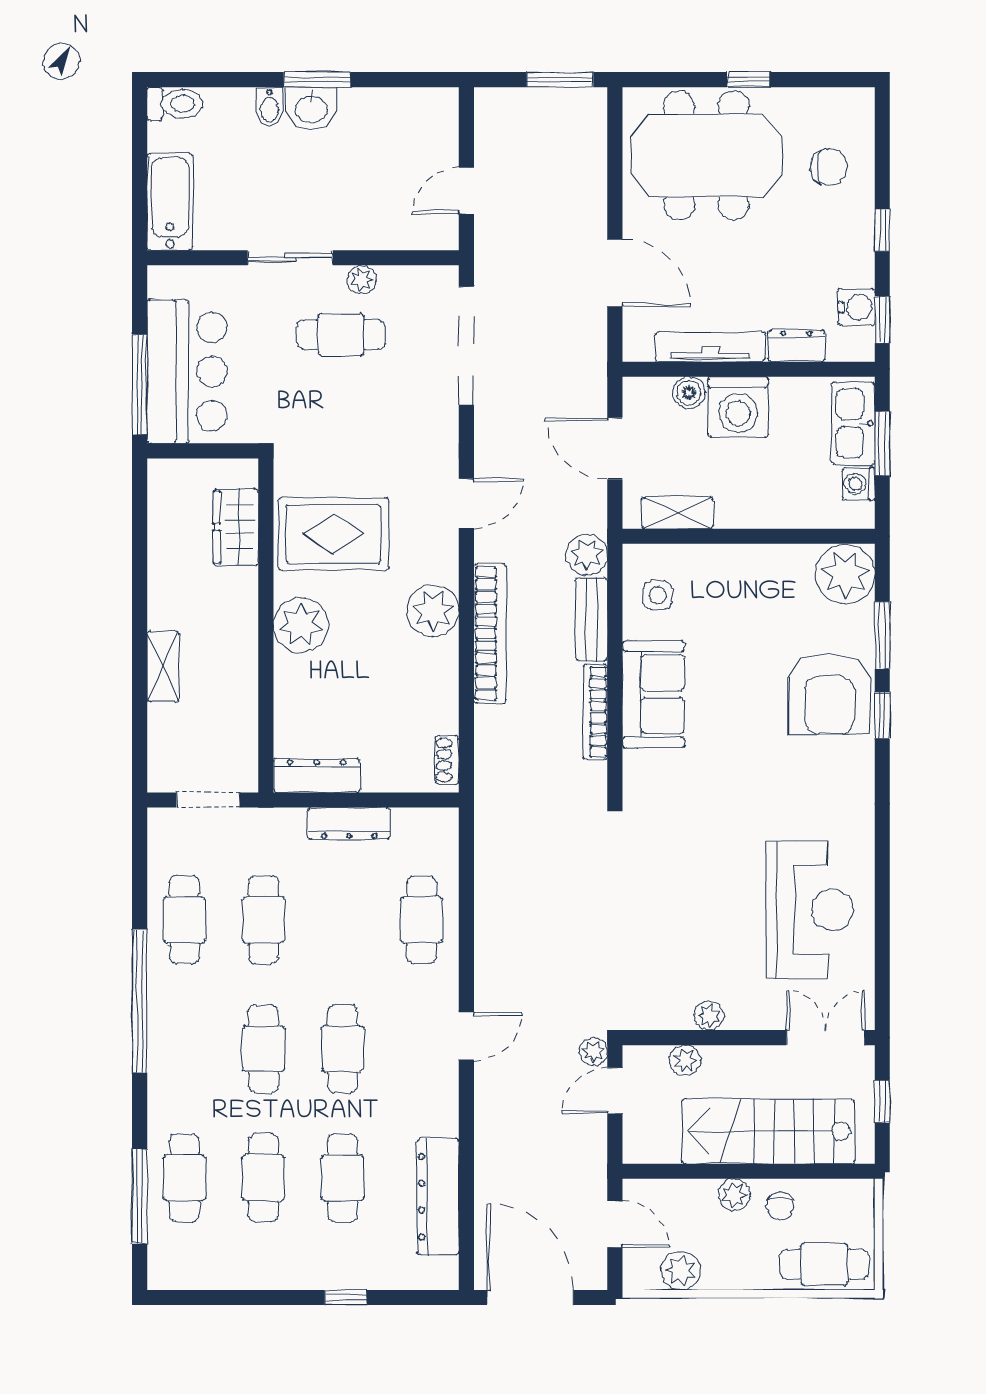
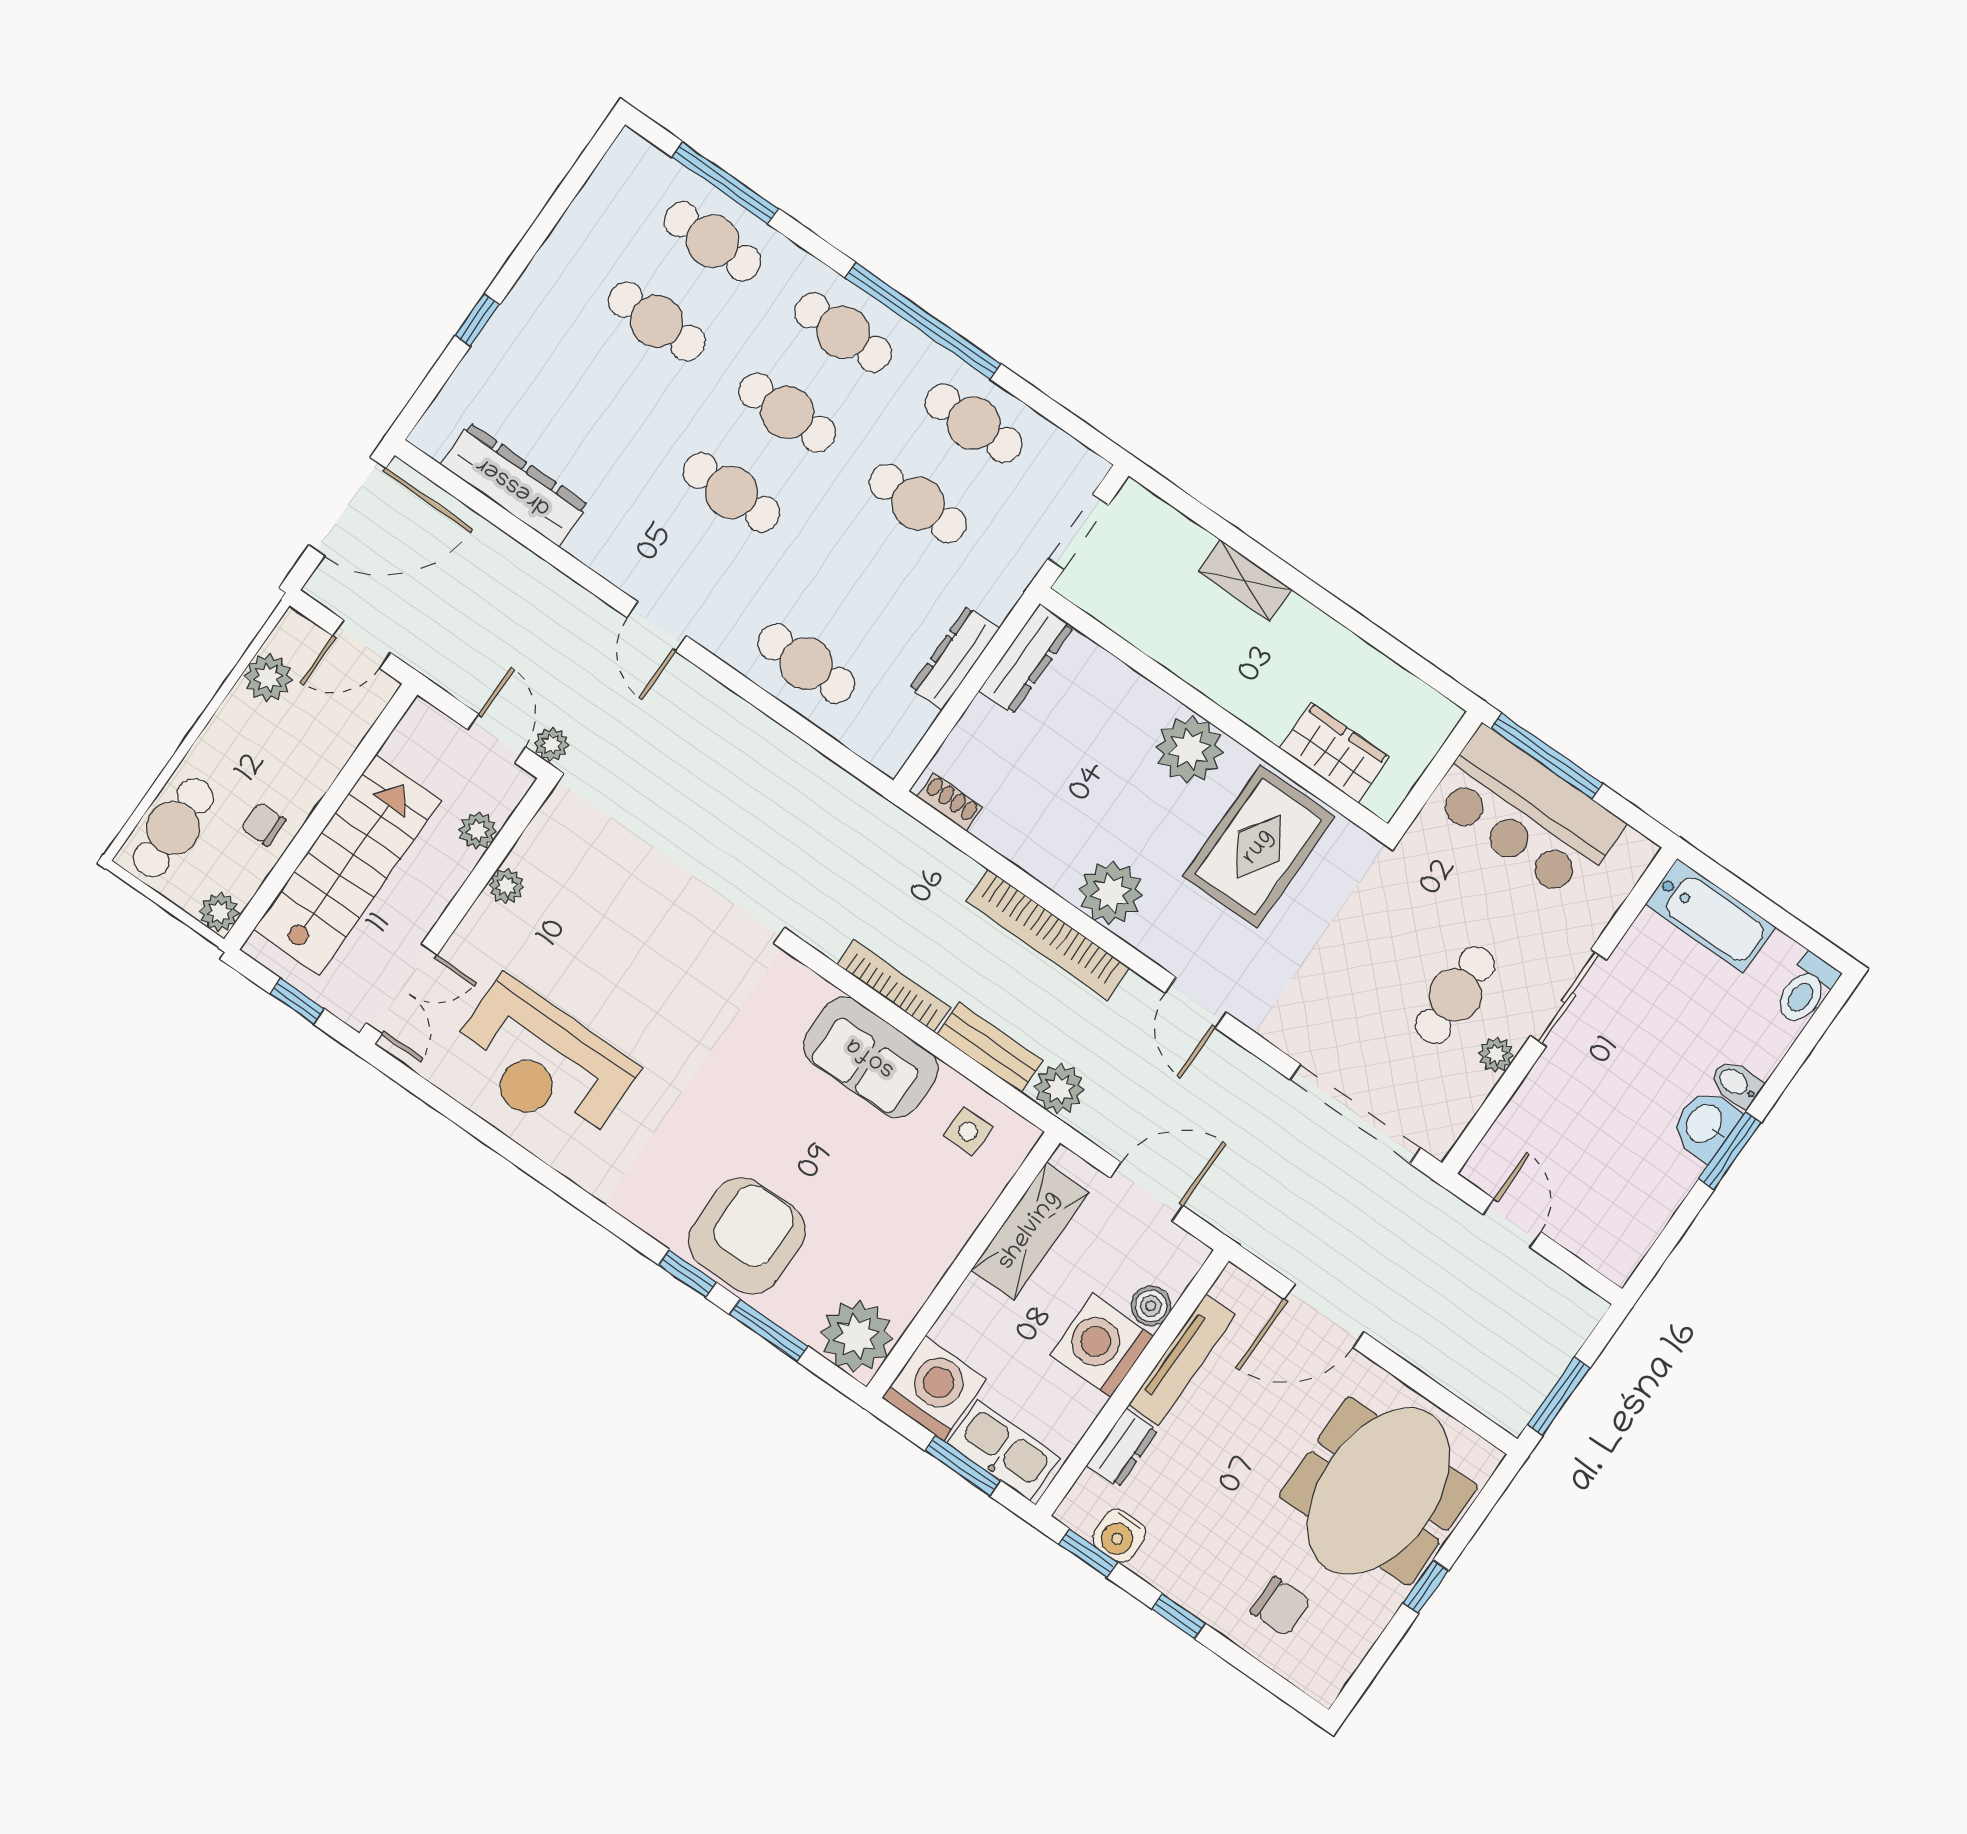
chair: (828, 167) -> (1281, 1606), turned -90
washing machine: (859, 484) -> (934, 1389), width x1.89, depth x1.89
shelving: (677, 513) -> (1030, 1231), width x1.50, depth x1.33
armchair: (830, 694) -> (747, 1236), turned 90
cafe table: (343, 1178) -> (843, 332), moved
plant: (734, 1195) -> (219, 912), moved

